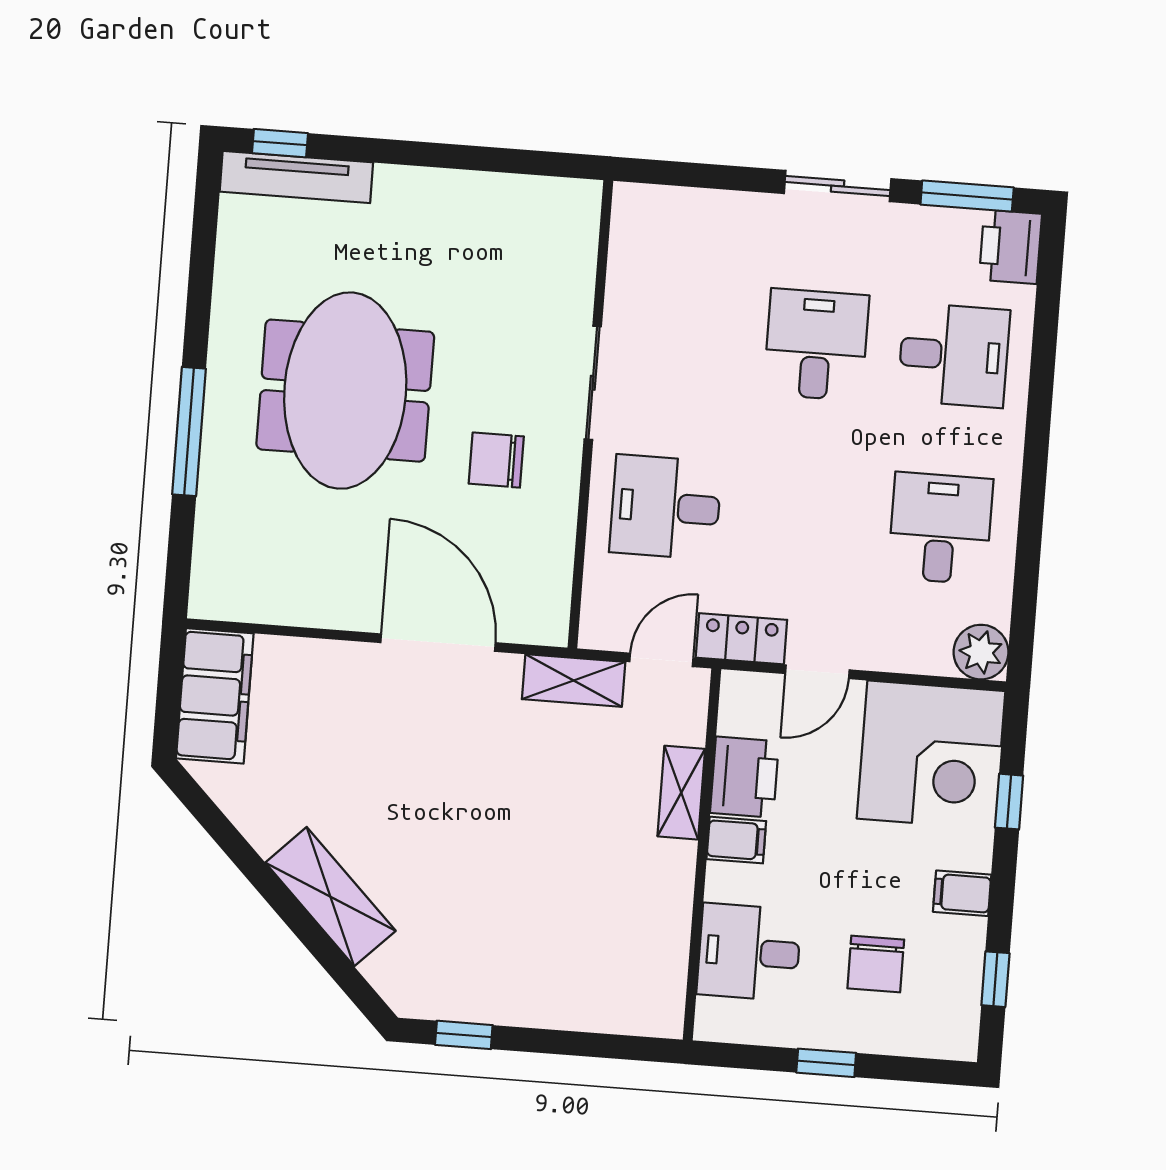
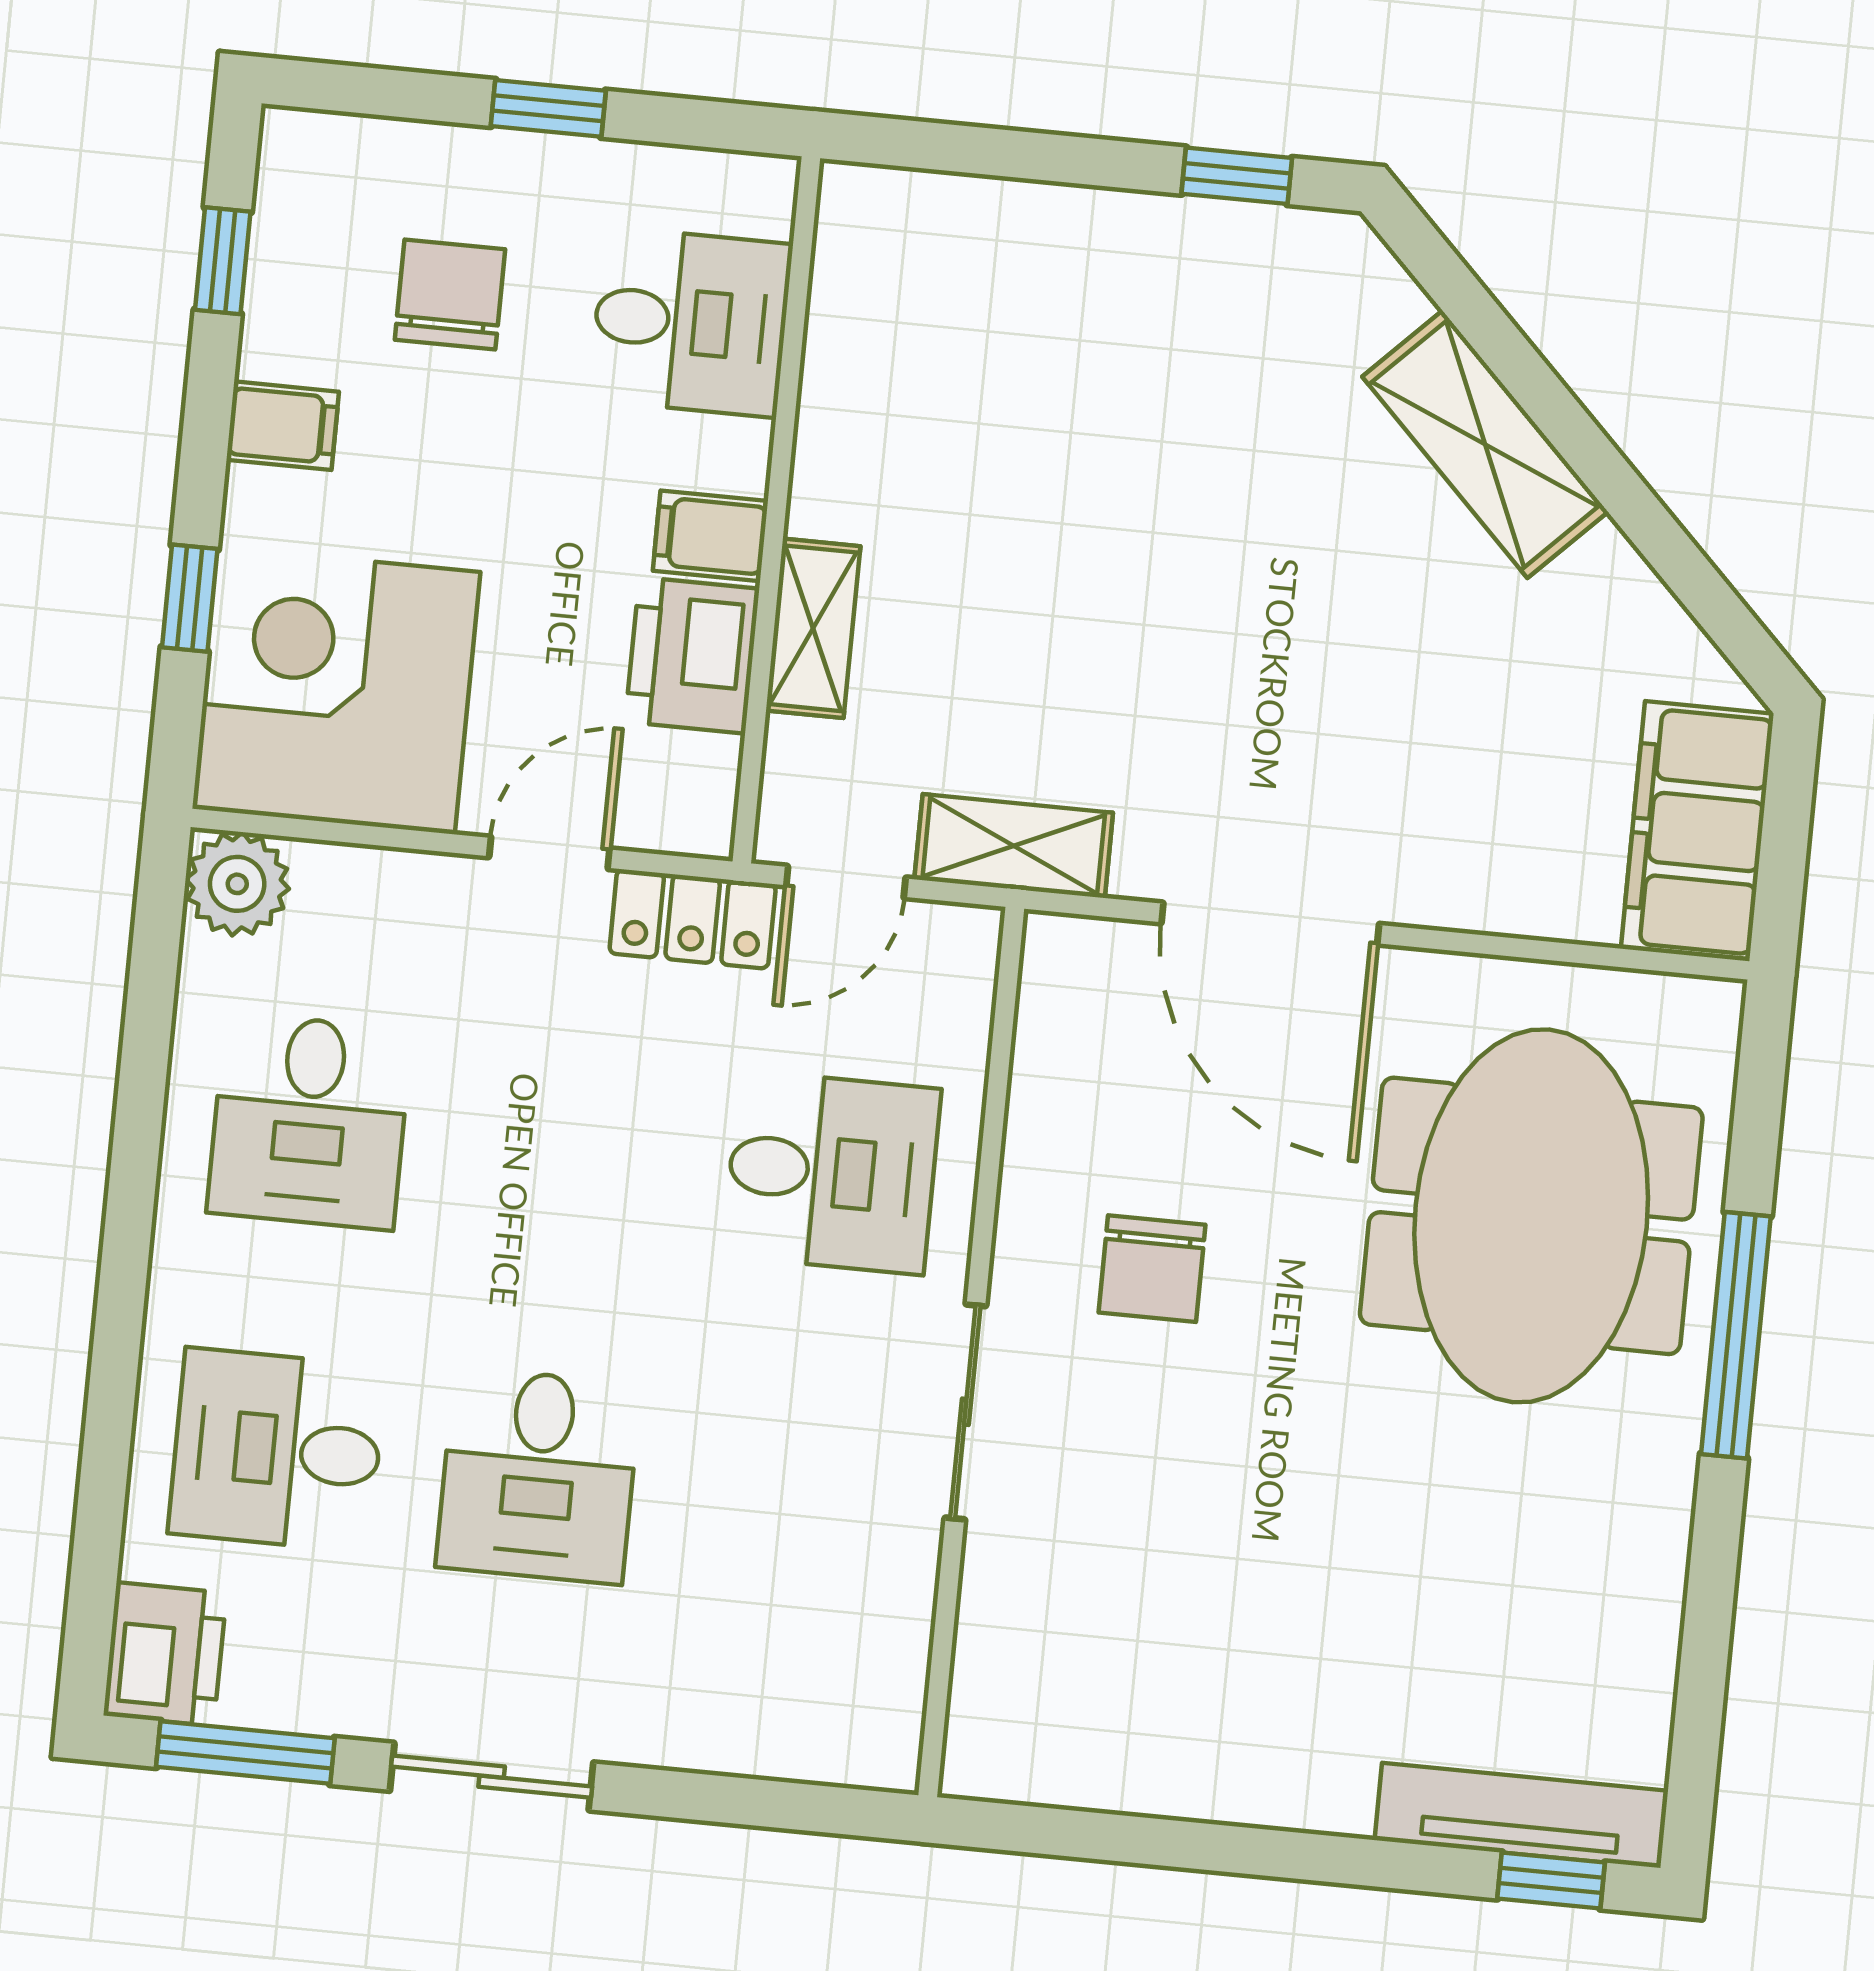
meeting table: (345, 391) -> (1531, 1216), moved
chair: (496, 460) -> (1152, 1269), turned 90

